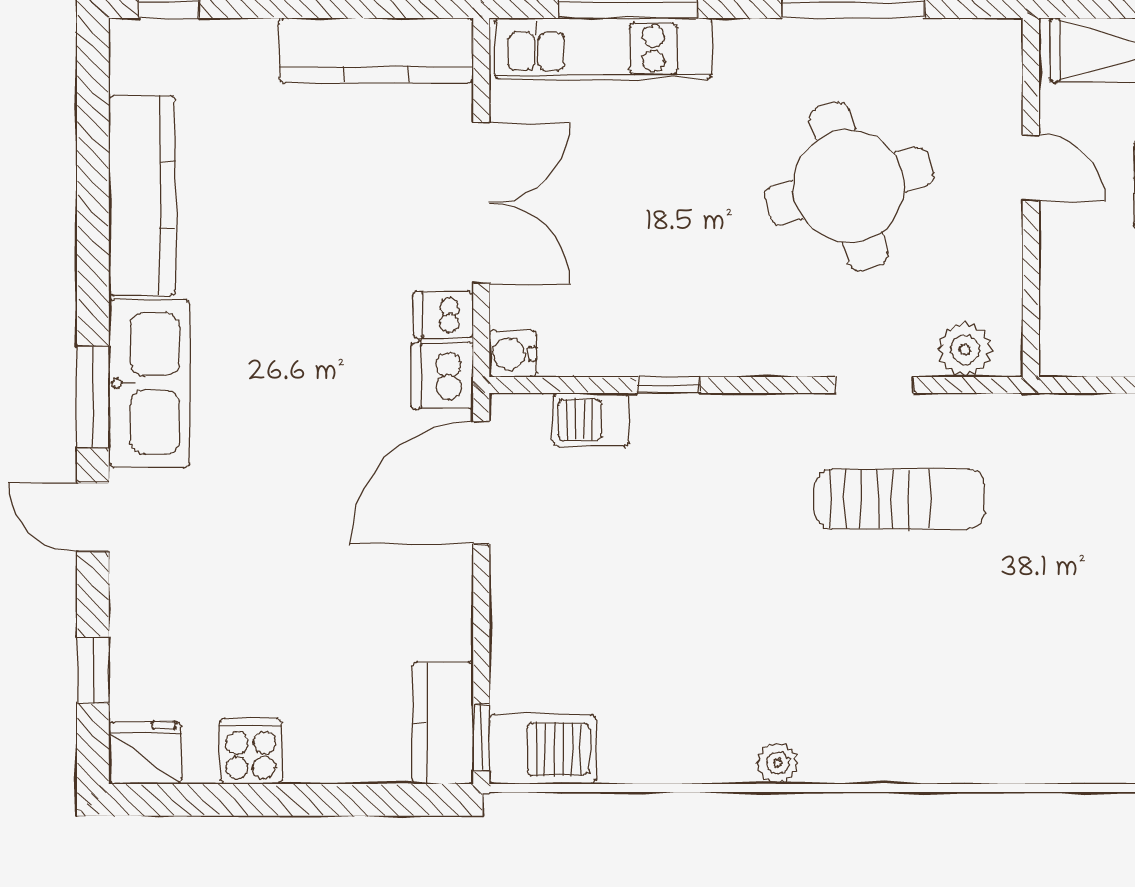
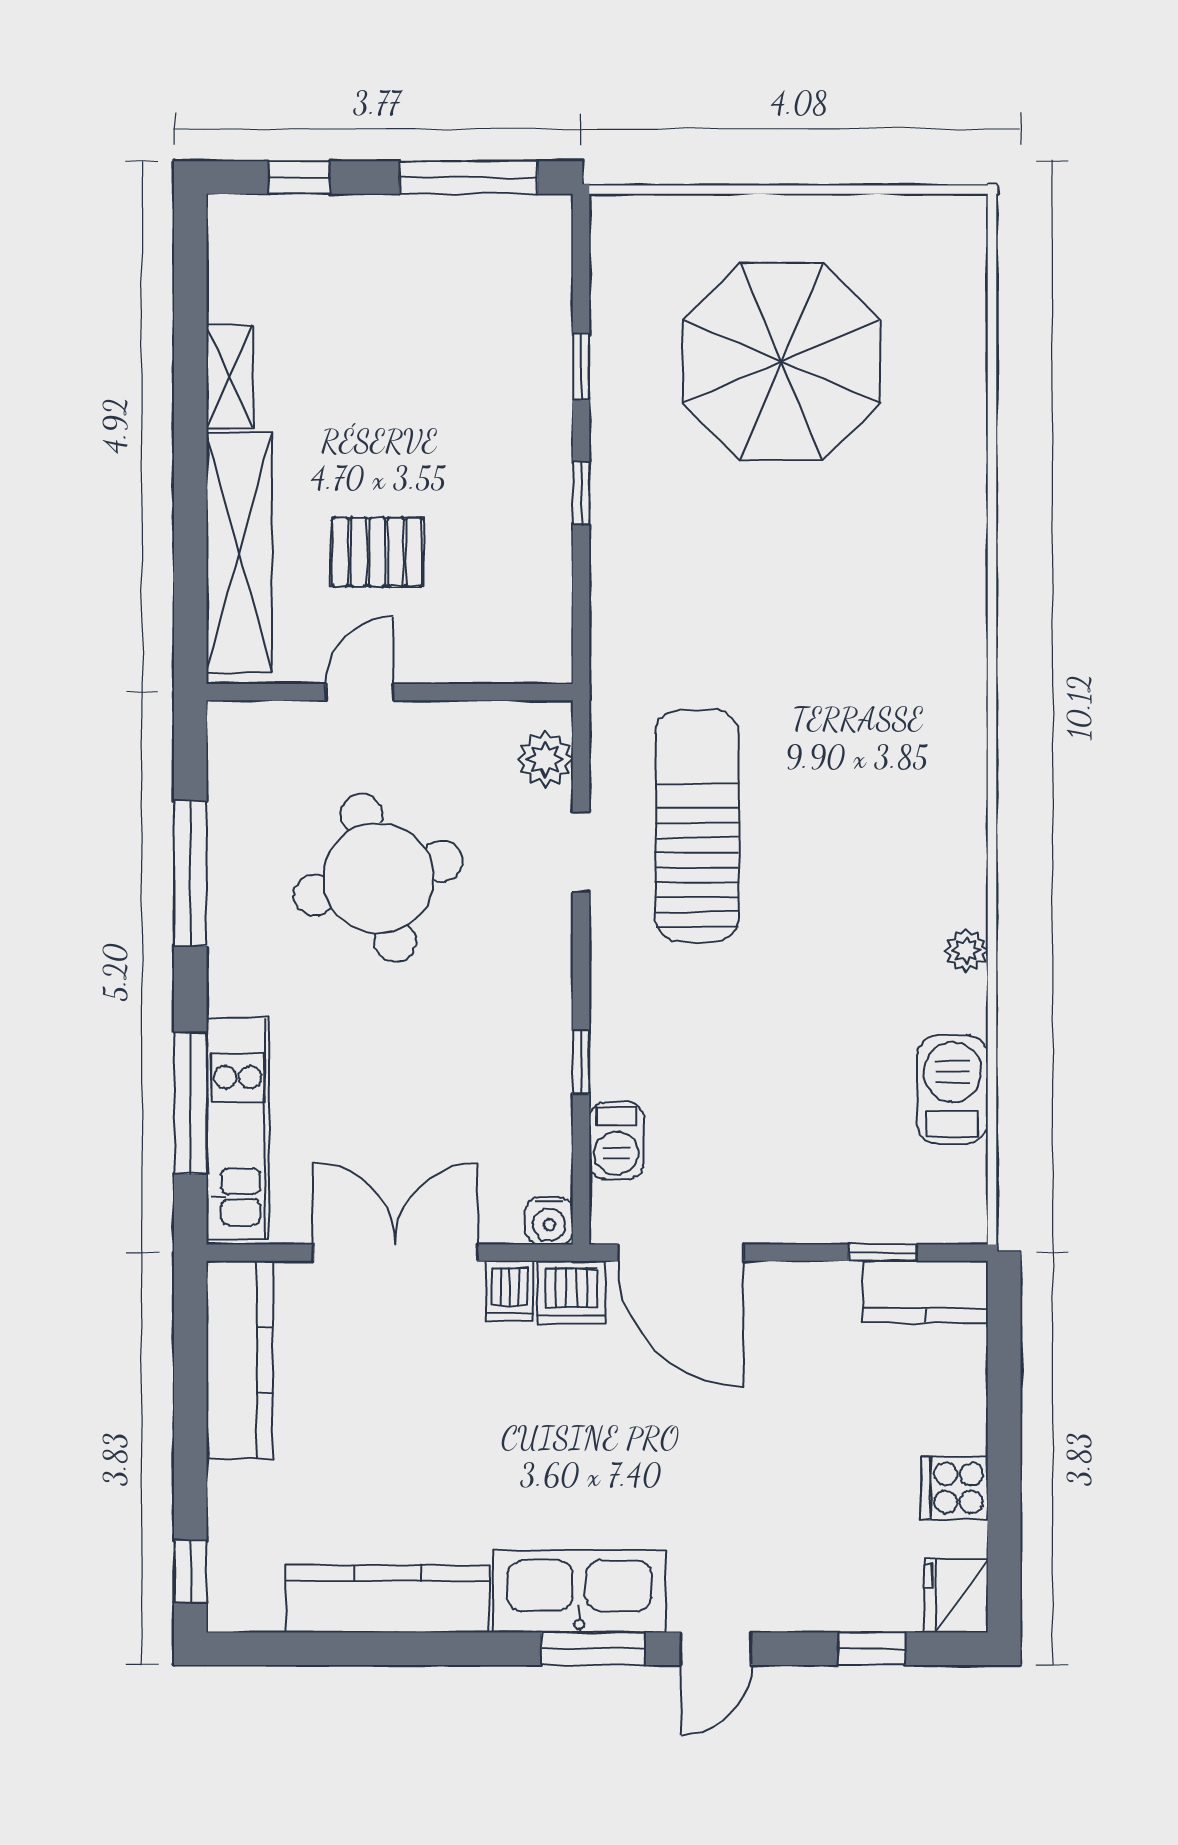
sun lounger: (900, 499) -> (697, 826), width x1.36, depth x1.34
window: (481, 738) -> (883, 1253), moved
barbecue: (543, 749) -> (952, 1089), moved

